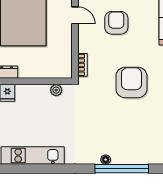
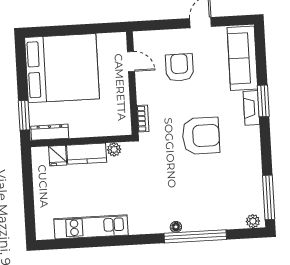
armchair: (131, 82) -> (201, 136), turned 90
kitchen counter: (32, 92) -> (87, 154), added

